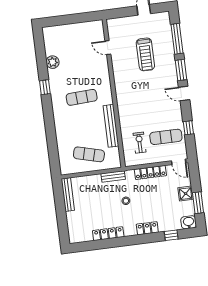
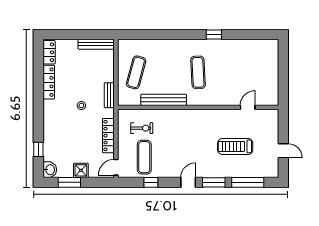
plant: (53, 62) -> (240, 46), removed
locker: (147, 228) -> (49, 52), moved

